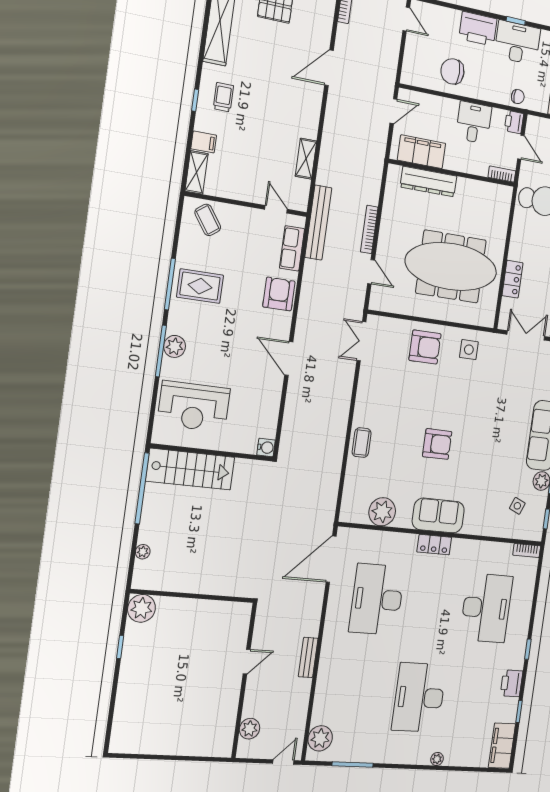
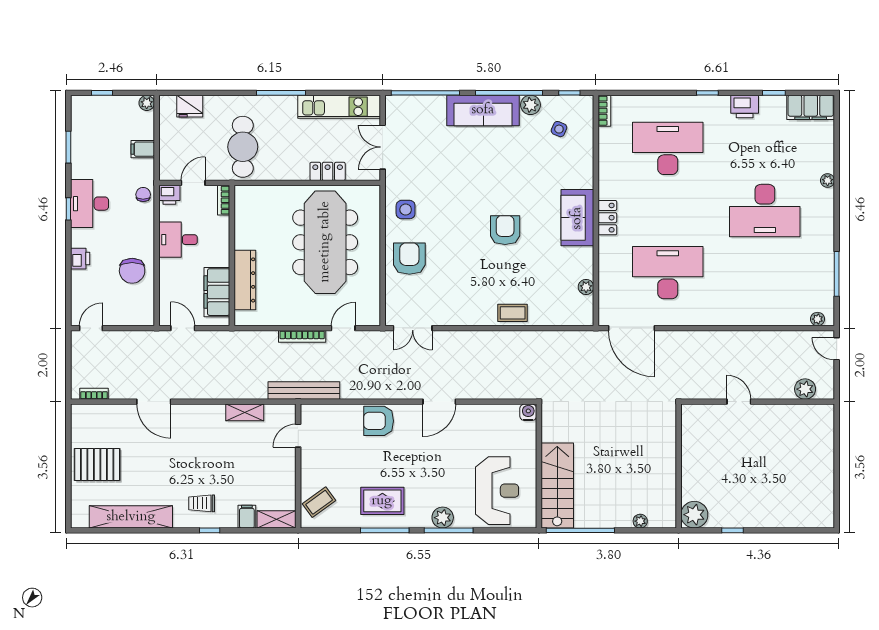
printer: (478, 29) -> (80, 259), width x0.53, depth x0.68
row of seats: (292, 248) -> (333, 414), removed
rug: (200, 286) -> (382, 501), turned 90
plant: (382, 512) -> (586, 287), width x0.53, depth x0.53
desk: (377, 599) -> (668, 273), turned 180
bench: (308, 657) -> (731, 338), removed
plant: (320, 738) -> (818, 319), width x0.53, depth x0.53

